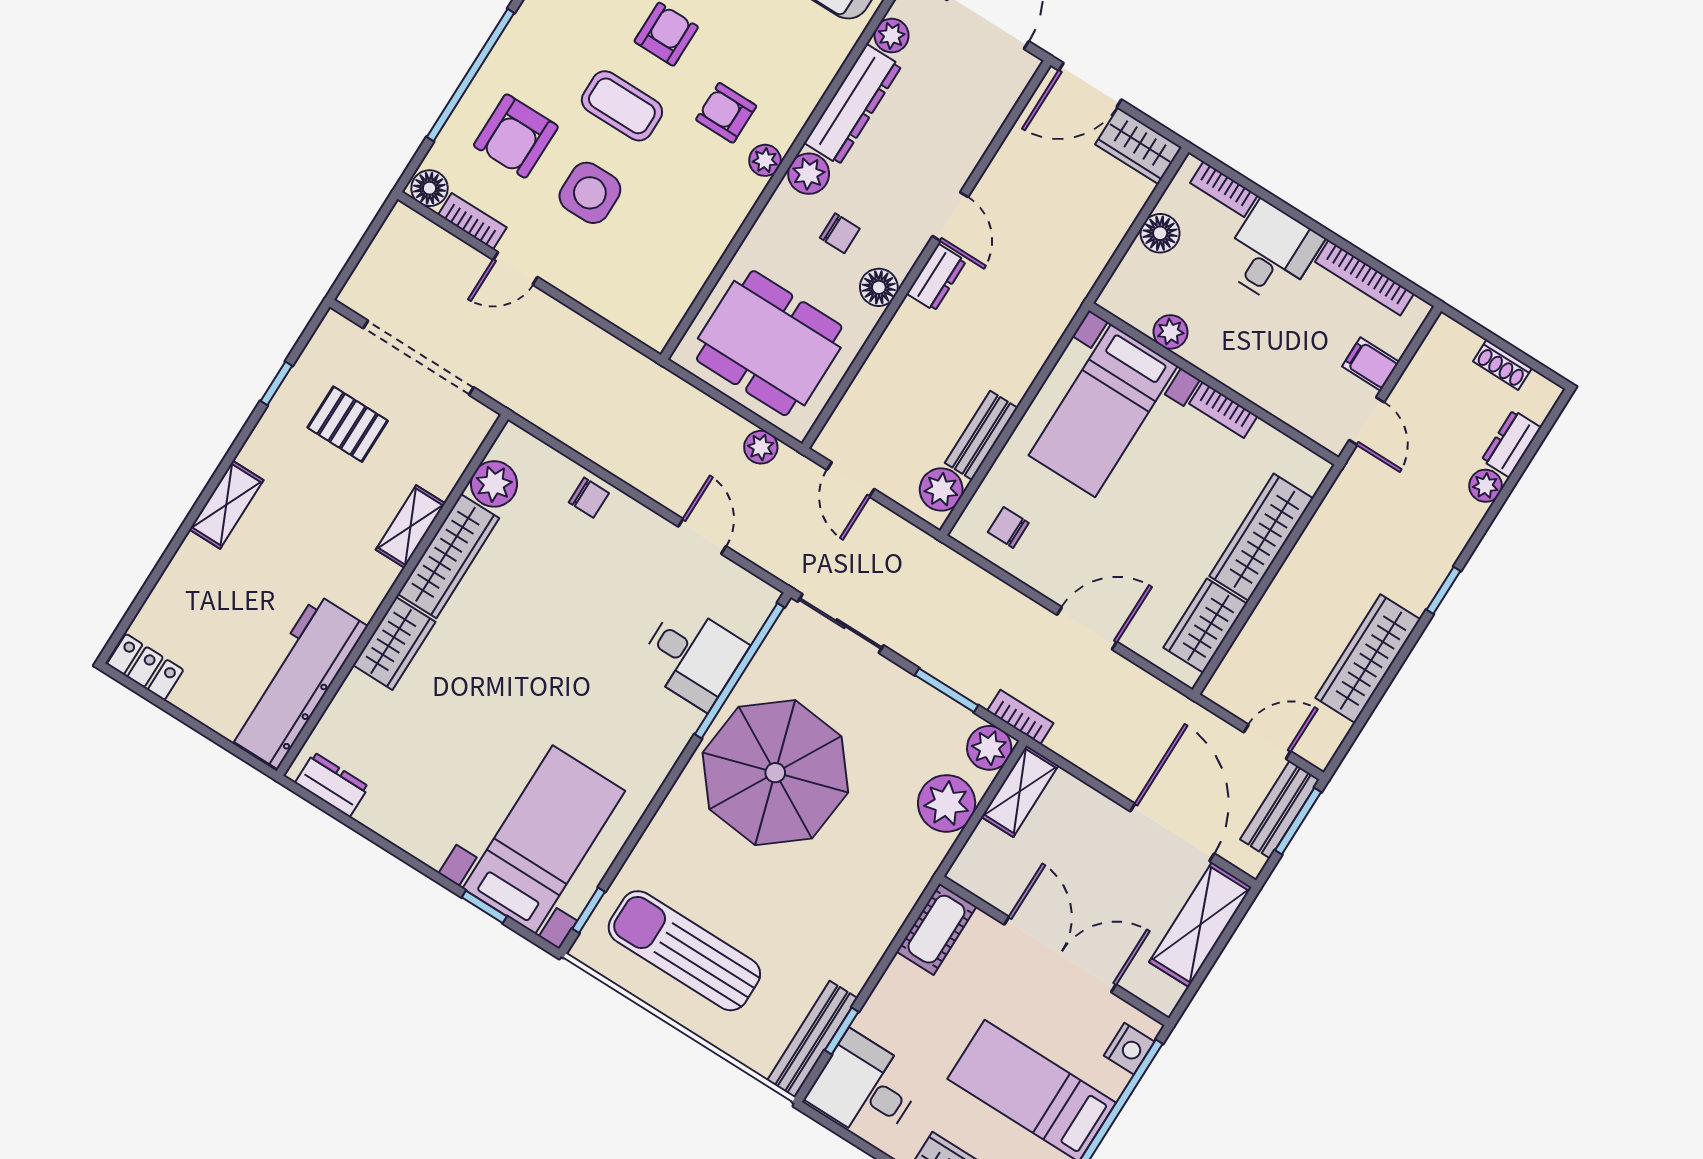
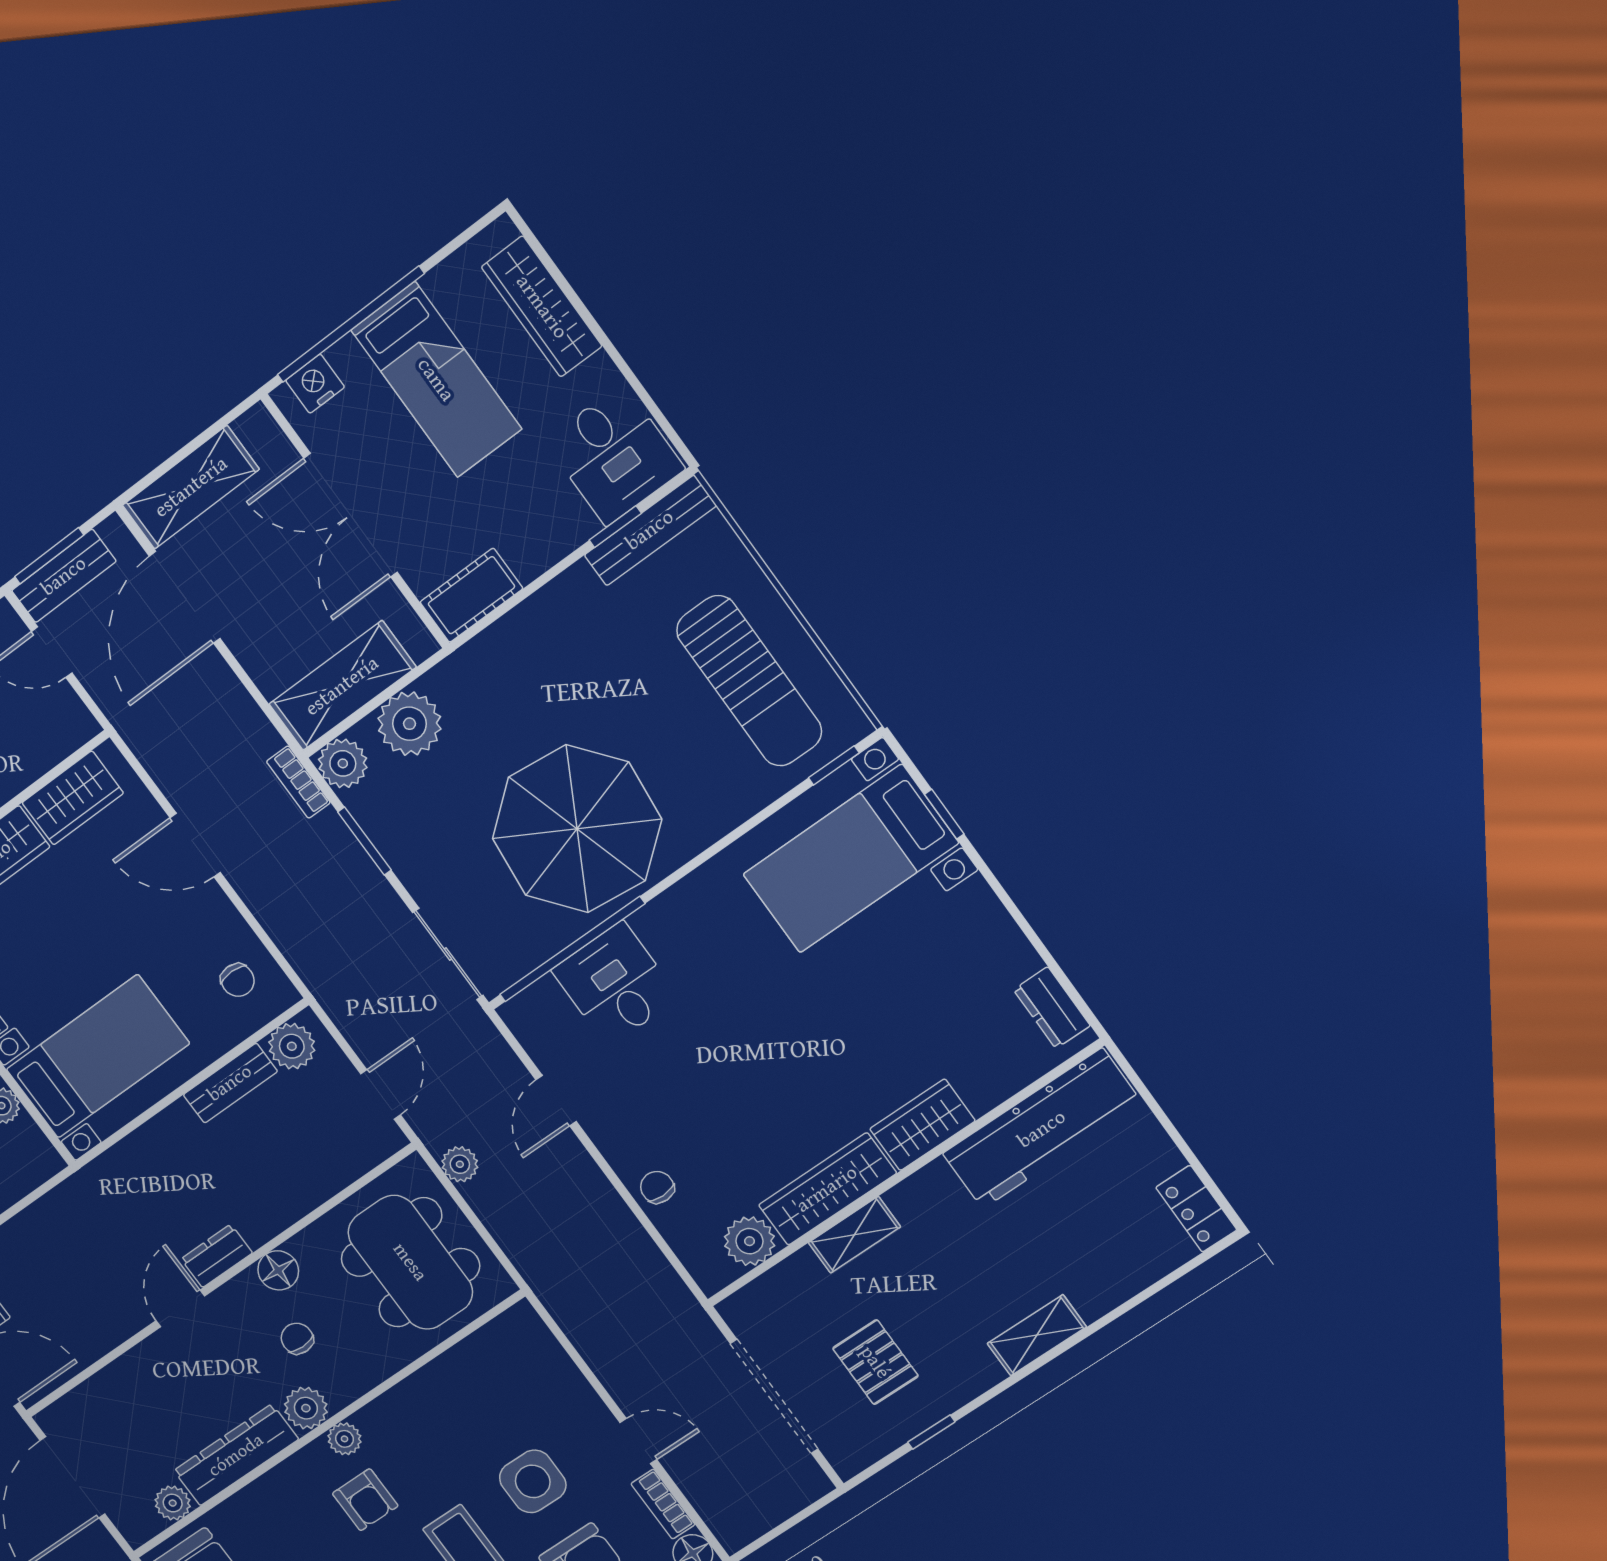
shelving: (1020, 791) -> (342, 686), width x1.50, depth x1.33

